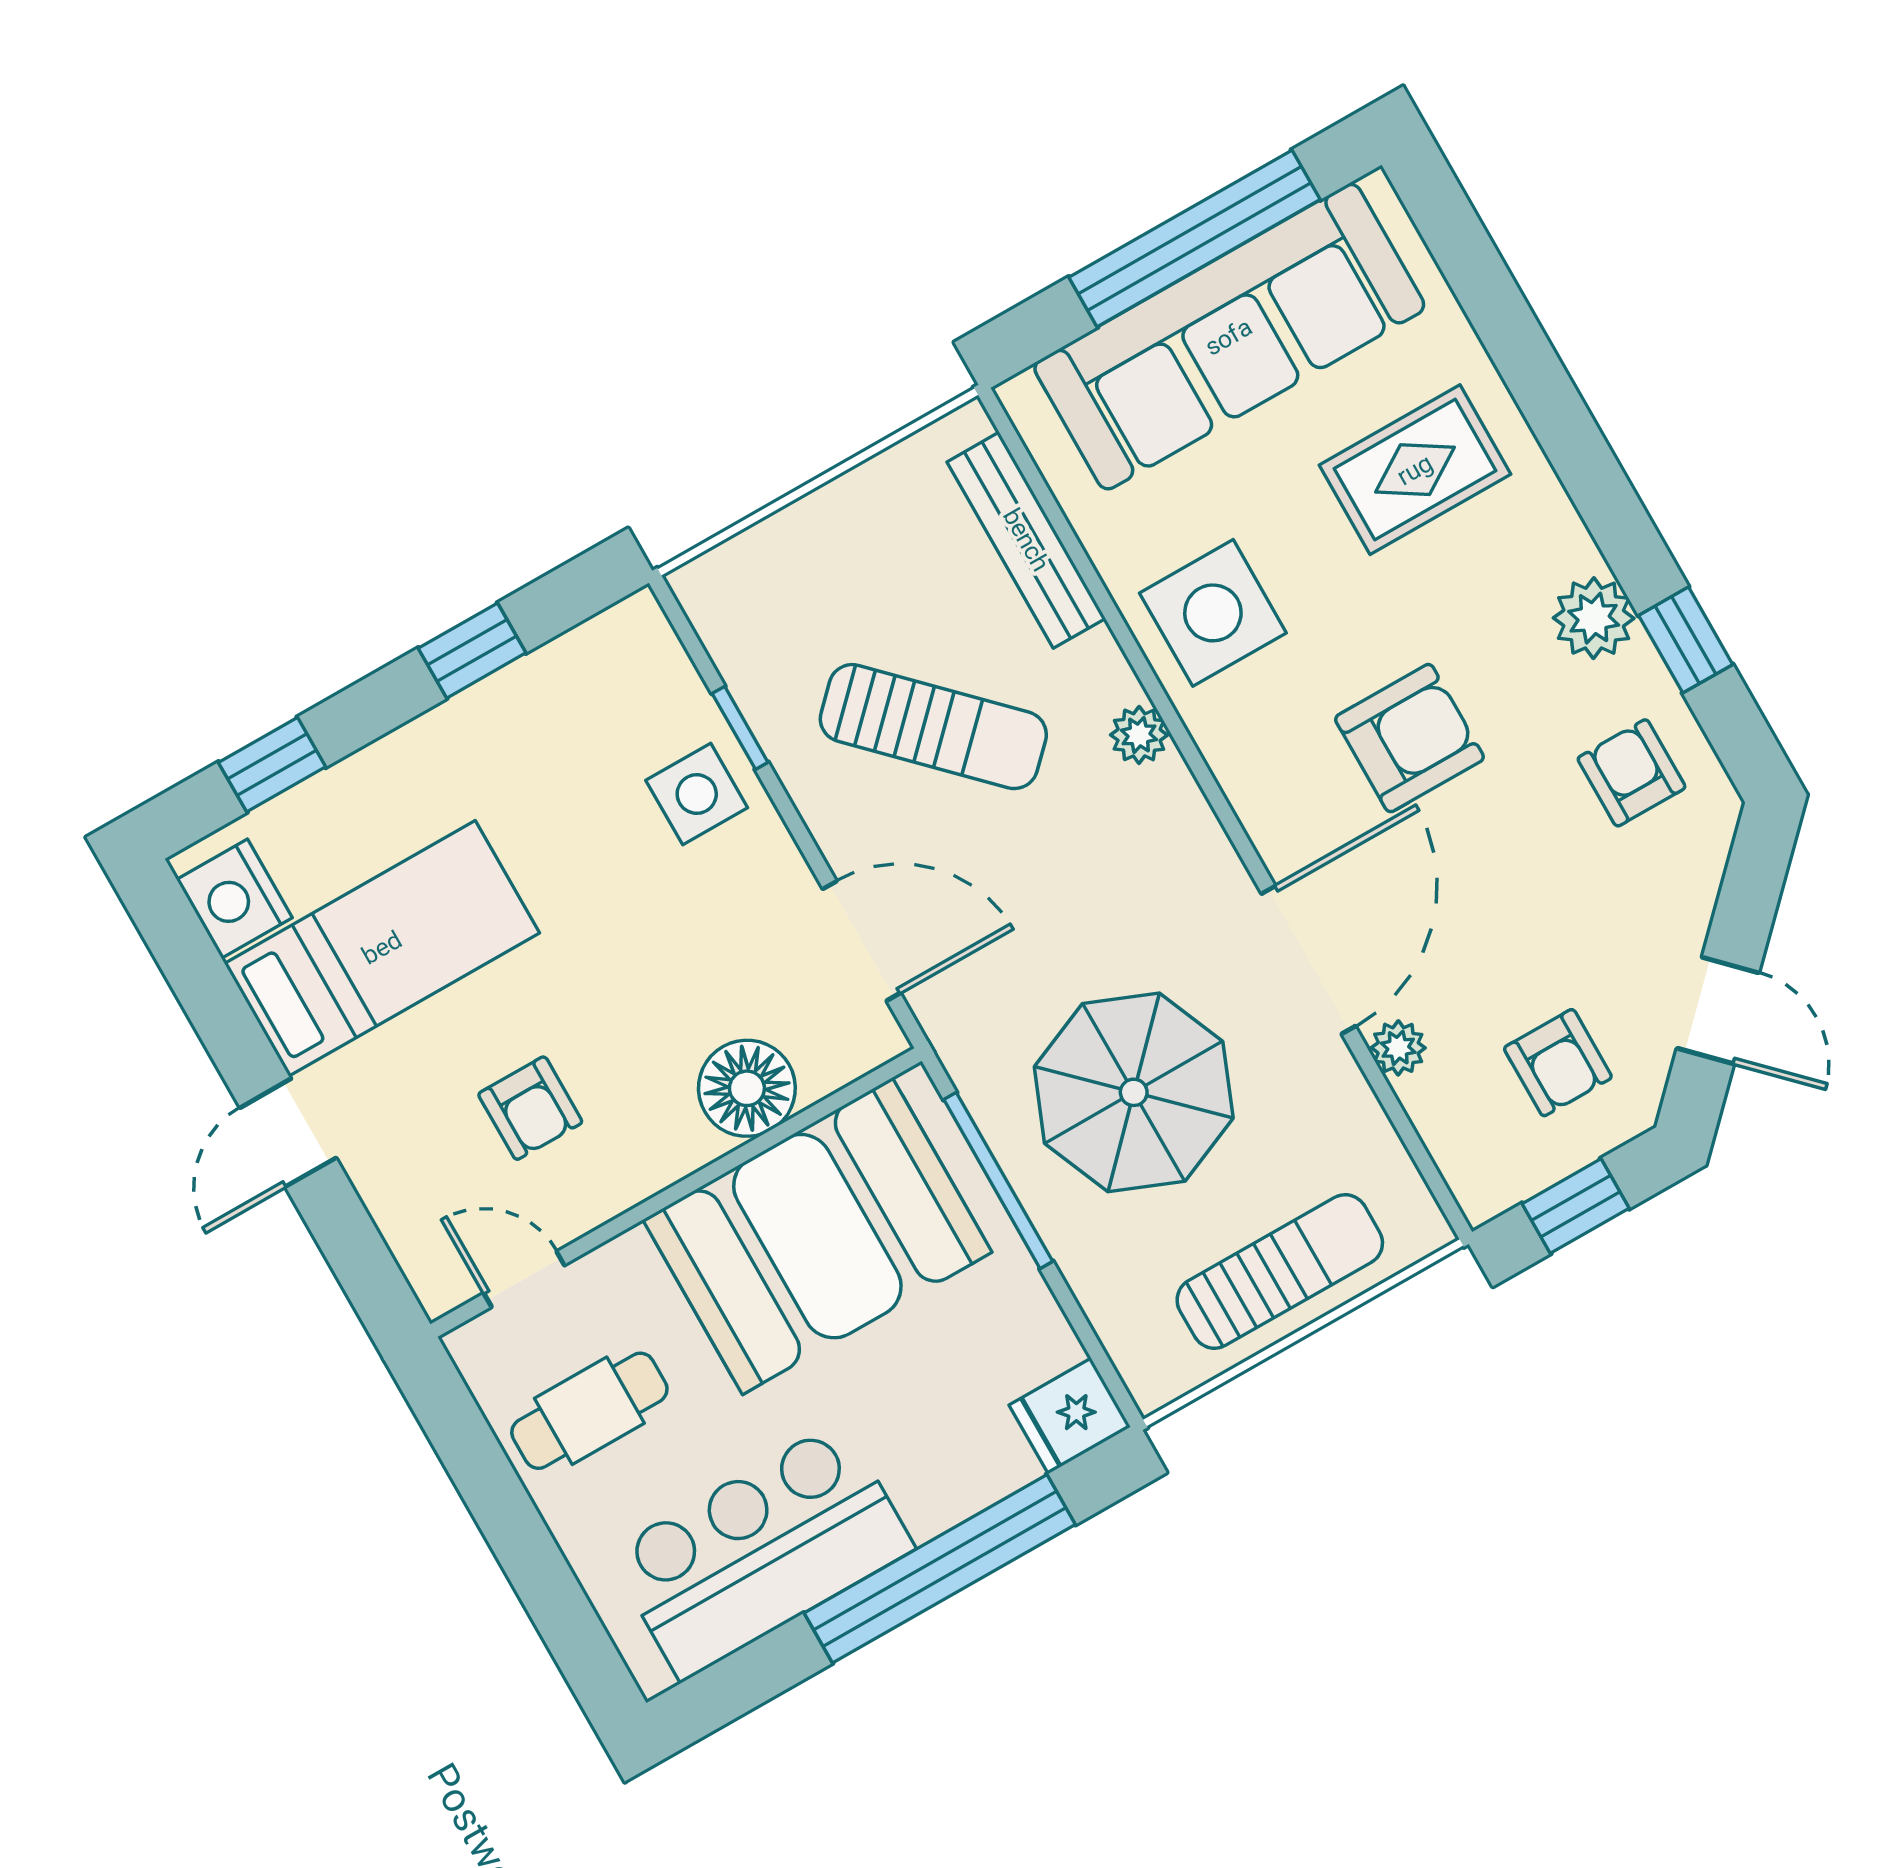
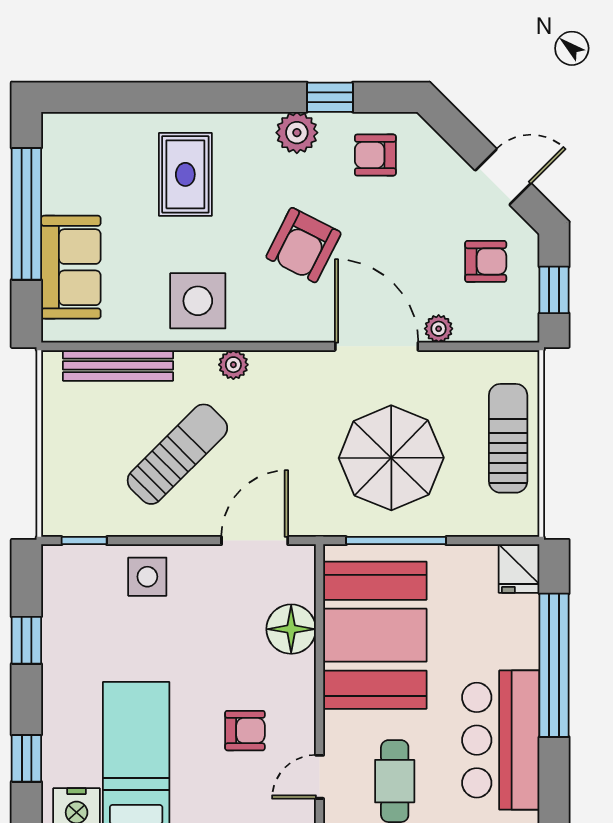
sofa: (1229, 337) -> (71, 267), width x0.54, depth x0.79
window: (740, 728) -> (84, 541), moved
armchair: (1409, 738) -> (303, 245), turned -153

